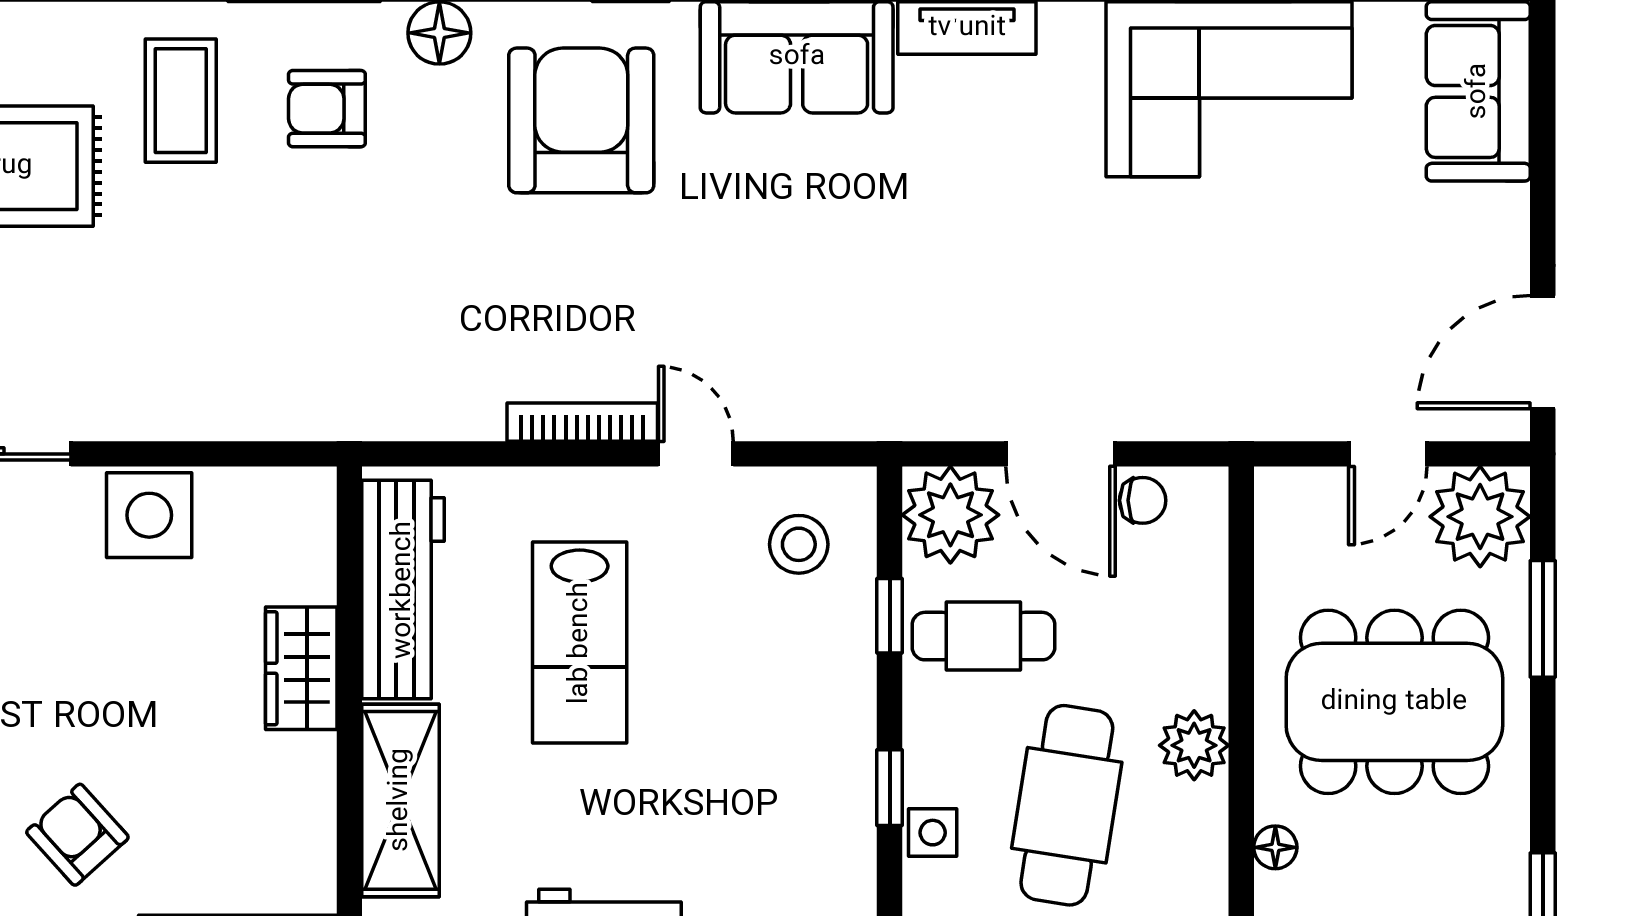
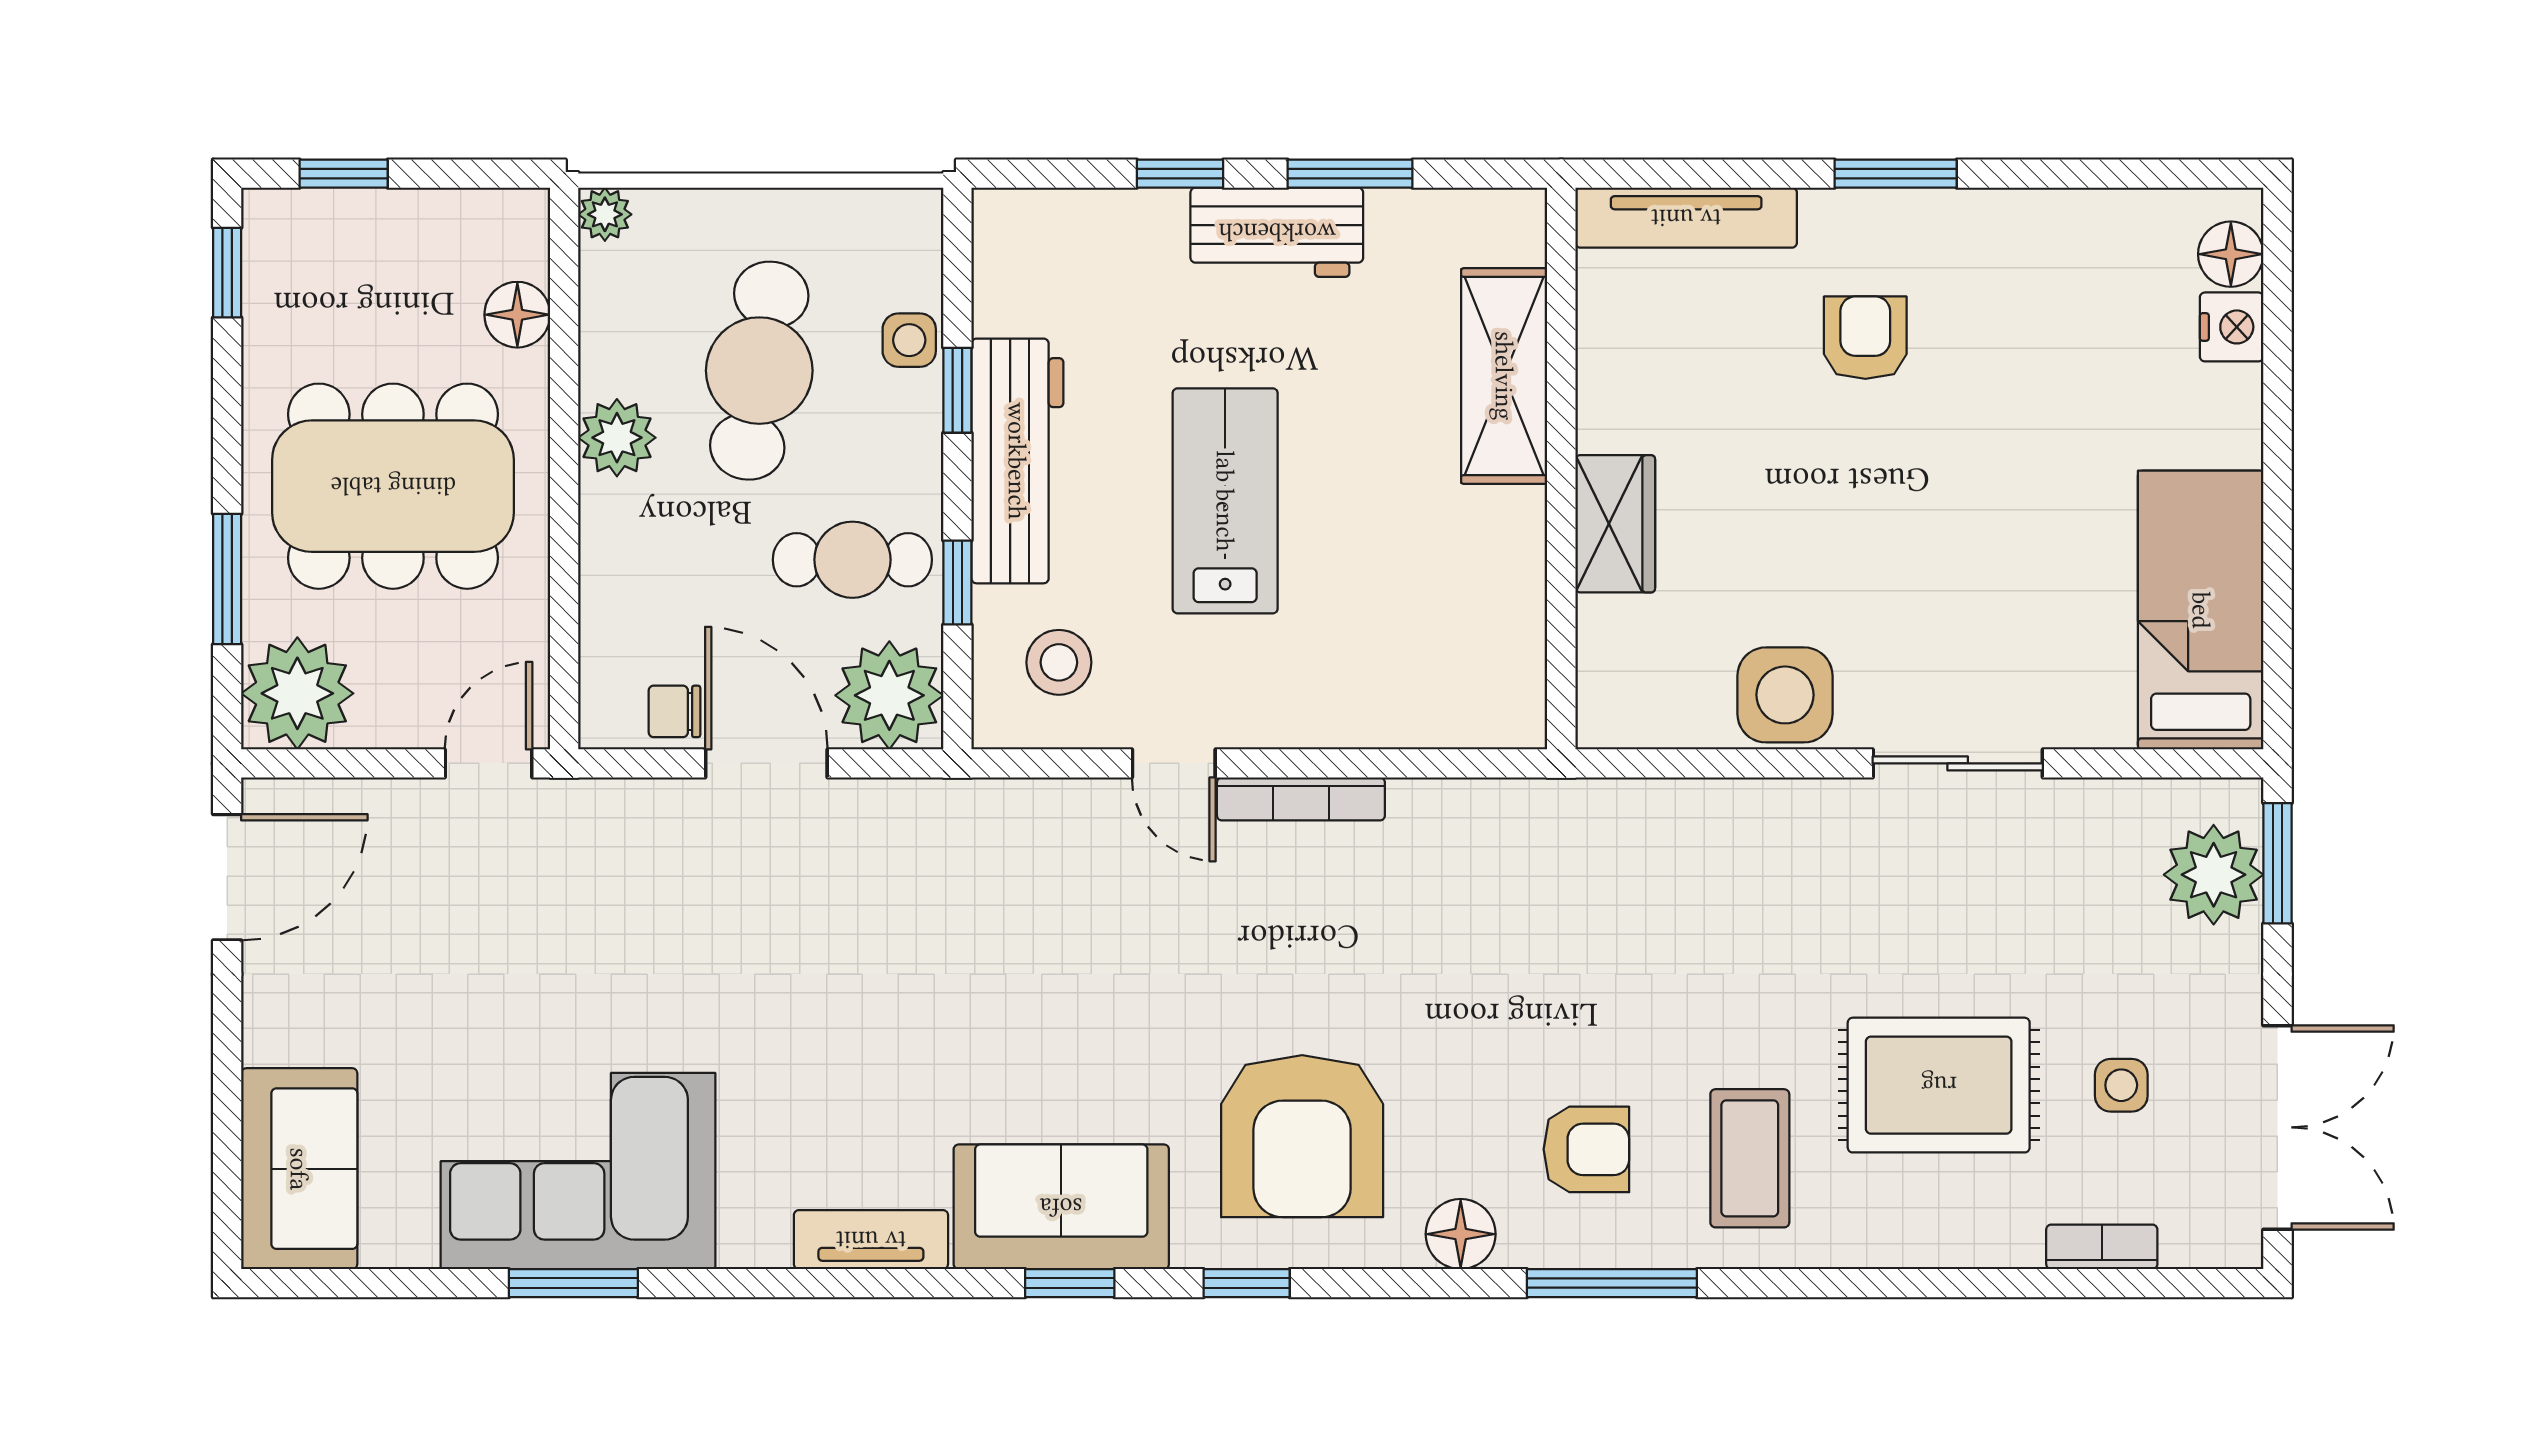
door: (1388, 454) -> (488, 763), moved
workbench: (403, 590) -> (1017, 461), moved, turned 180
lab bench: (580, 643) -> (1225, 501), moved
armchair: (77, 835) -> (1865, 338), turned -138
floor lamp: (1275, 847) -> (517, 315), width x1.37, depth x1.37

